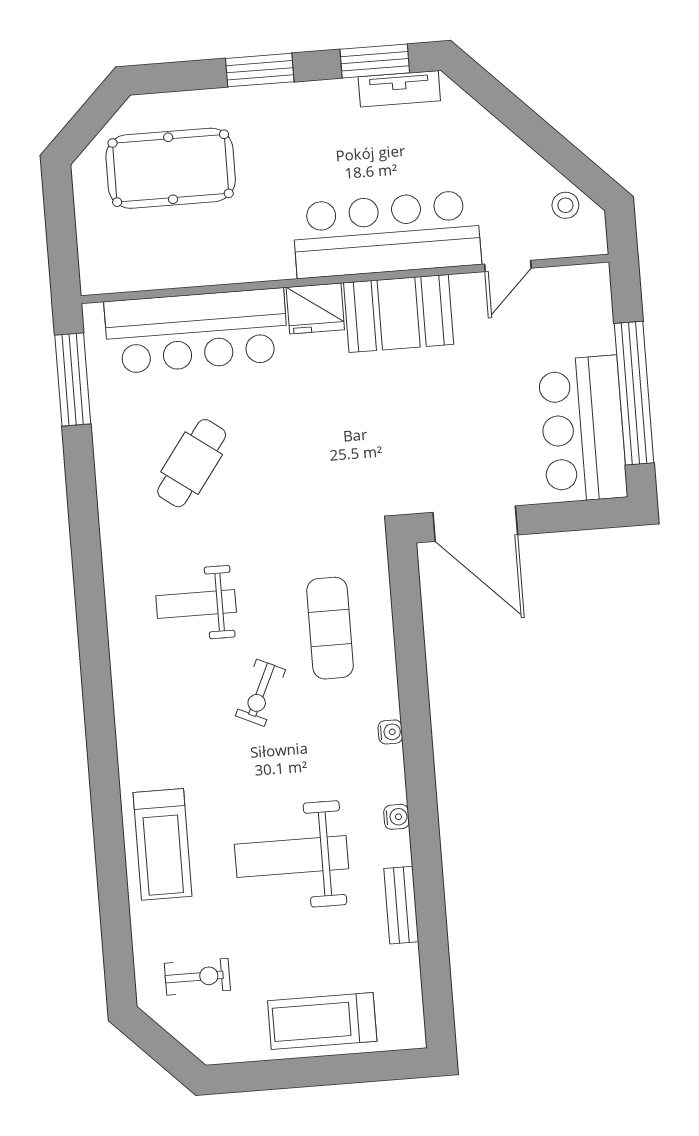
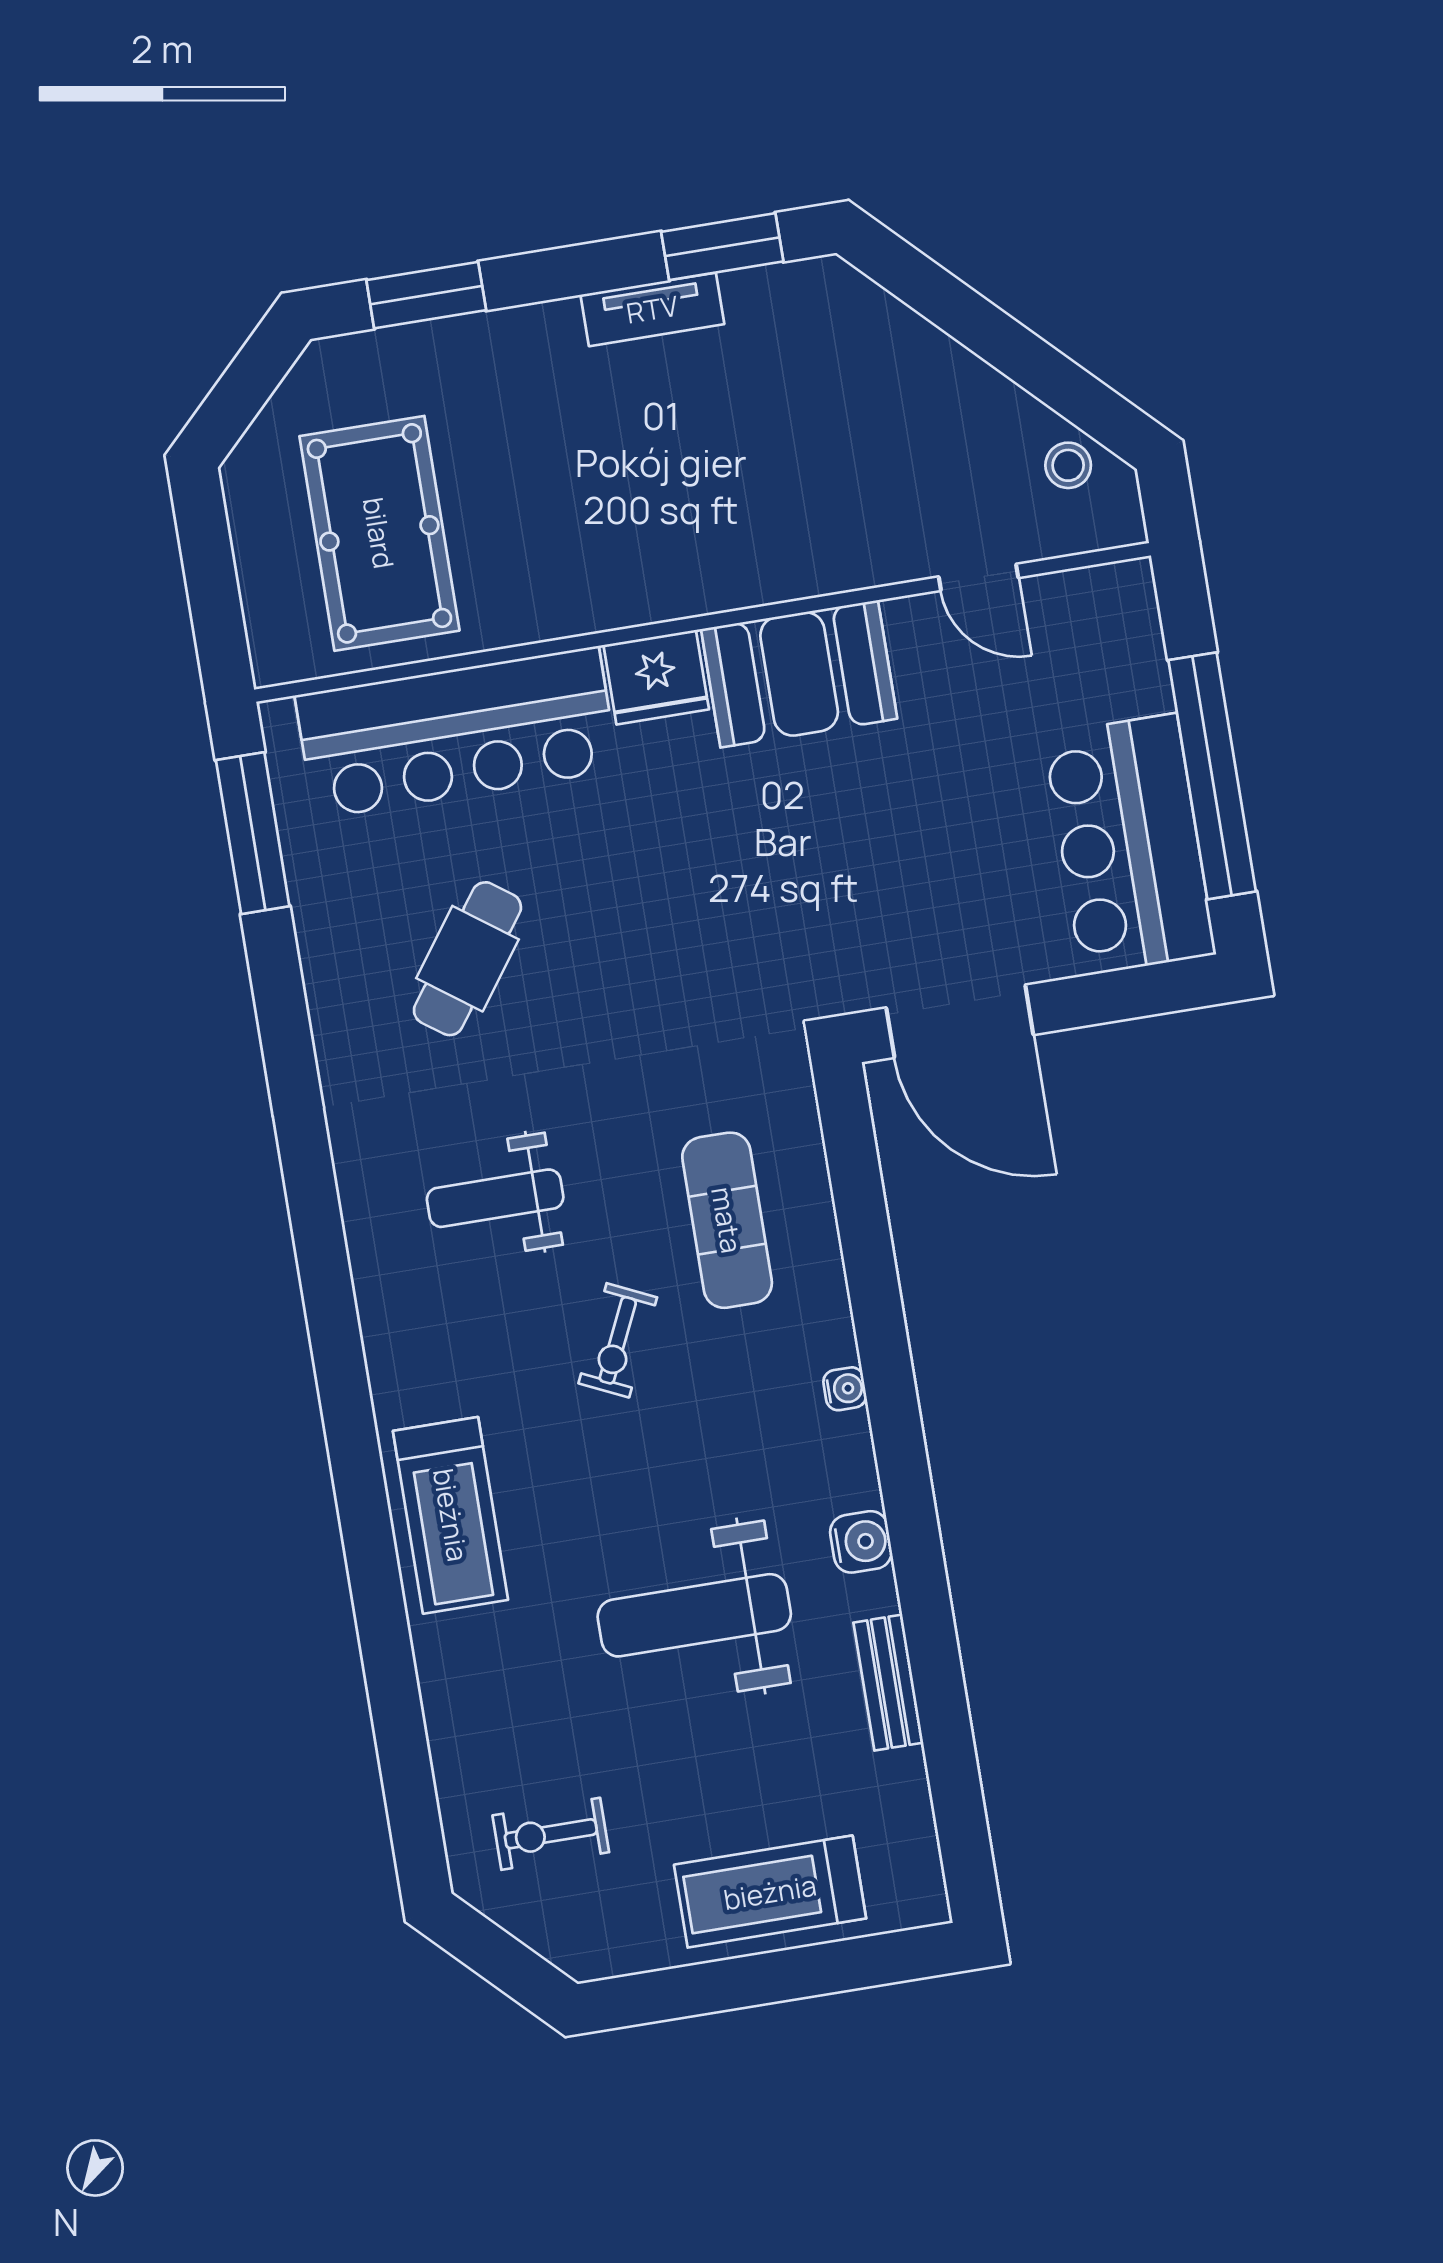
window: (260, 70) -> (426, 295), moved
tv unit: (399, 89) -> (652, 309), moved
pool table: (171, 168) -> (379, 533), moved, turned 90
bar counter: (387, 234) -> (767, 540), removed
door: (508, 266) -> (979, 577), hinge flipped
water cooler: (397, 817) -> (861, 1542), width x1.38, depth x1.38
treadmill: (162, 844) -> (451, 1515), moved
exercise bike: (197, 977) -> (551, 1834), turned 180

